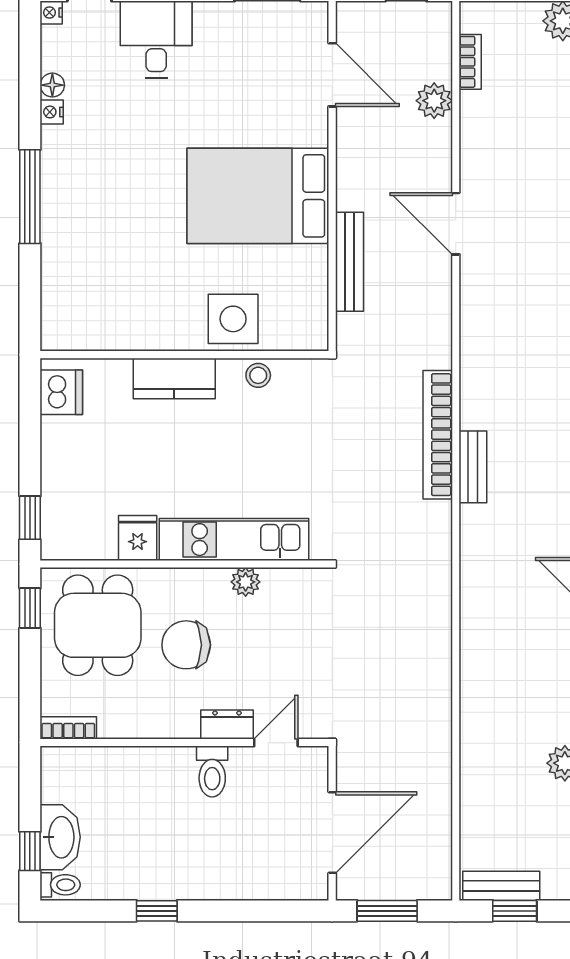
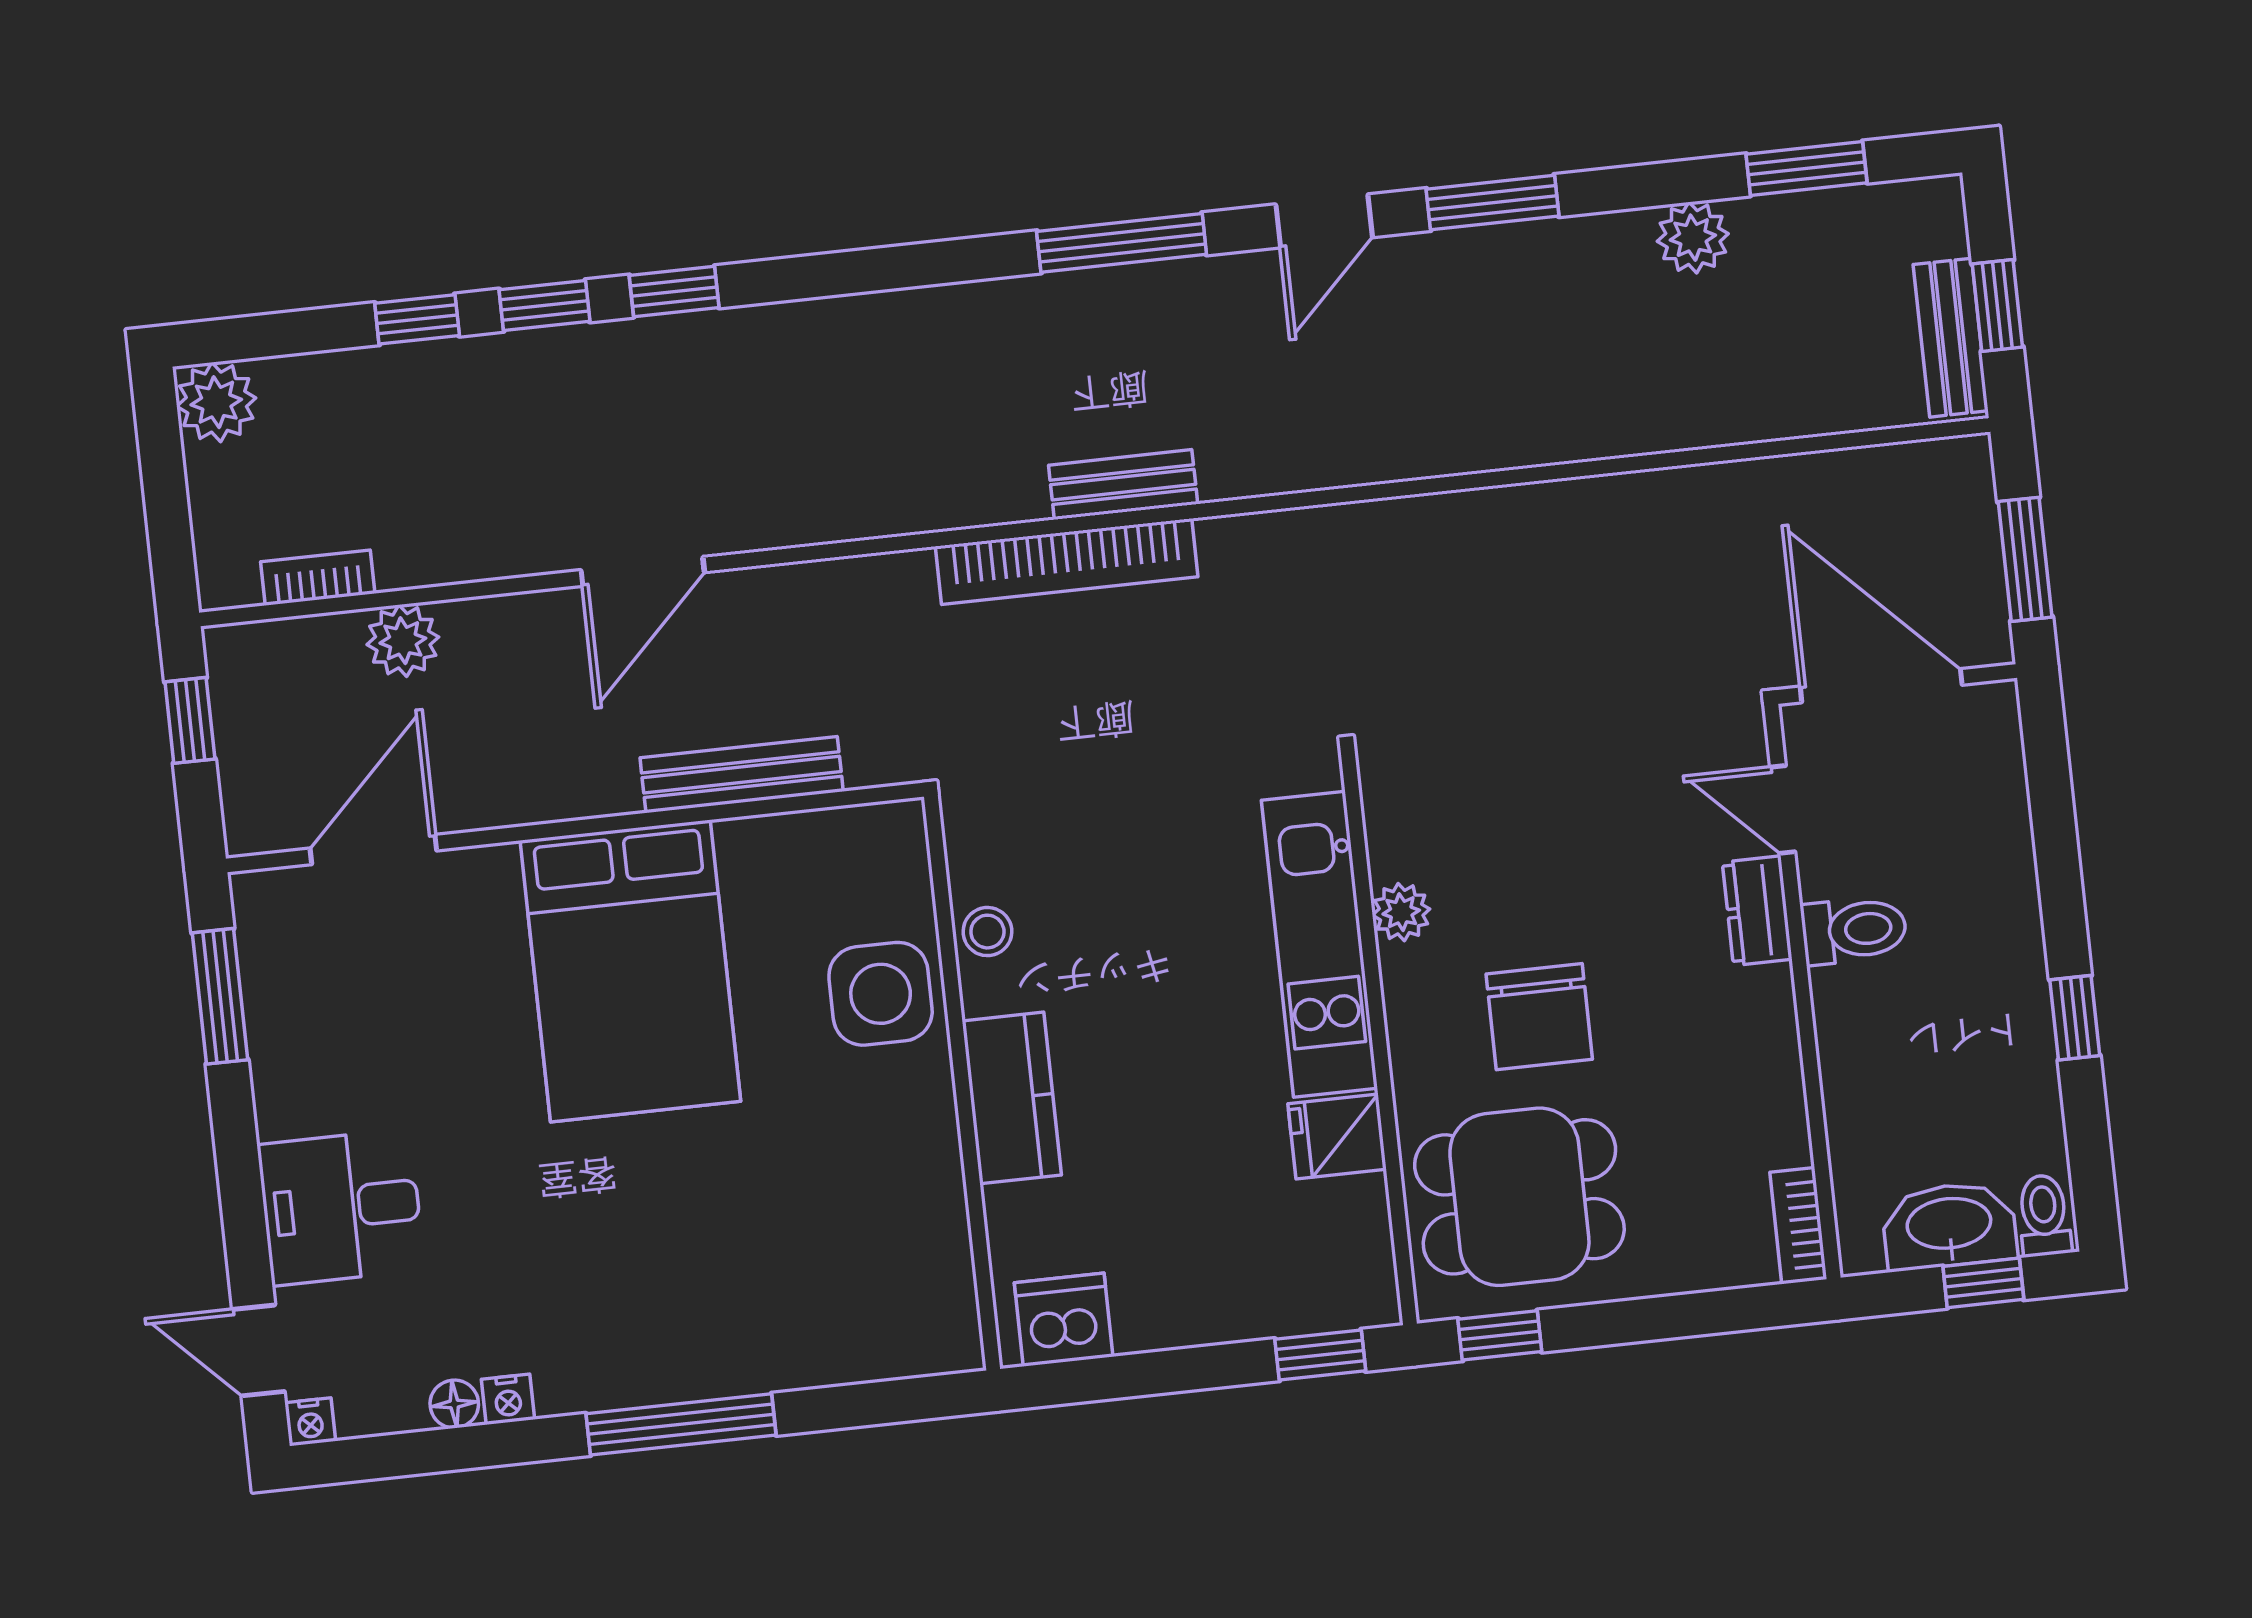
dresser: (227, 724) -> (1757, 911), moved
bookcase: (68, 728) -> (1798, 1226), moved
wall: (184, 743) -> (1802, 991), moved
door: (276, 743) -> (1783, 810), moved
toilet: (212, 772) -> (1854, 930), moved

